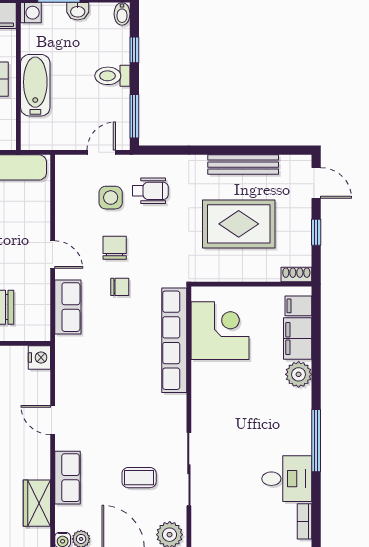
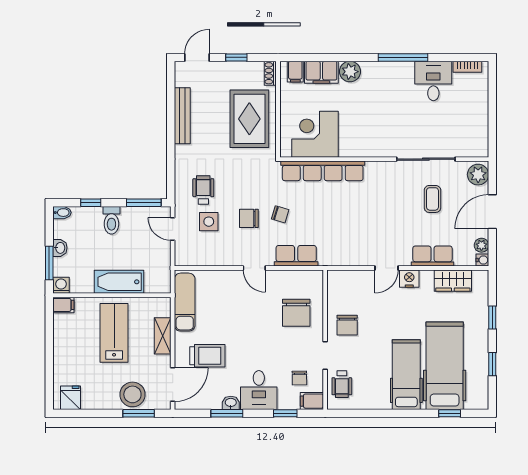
rug: (239, 224) -> (249, 119), moved
door: (53, 255) -> (254, 268), swing flipped
chair: (120, 287) -> (280, 214), turned 107
nightstand: (39, 358) -> (409, 279), moved

